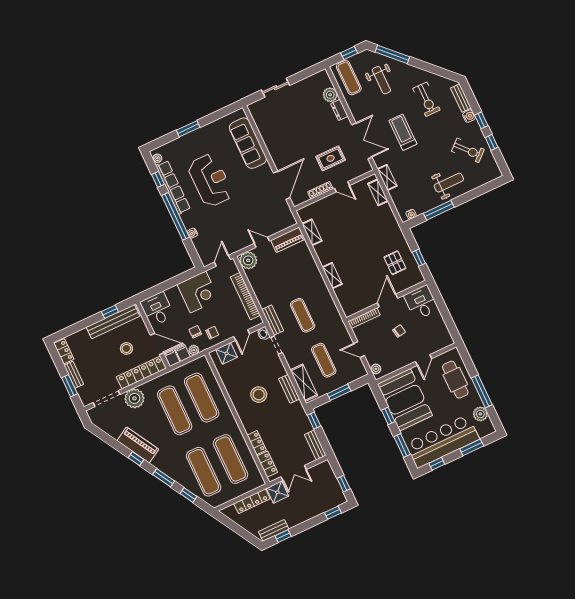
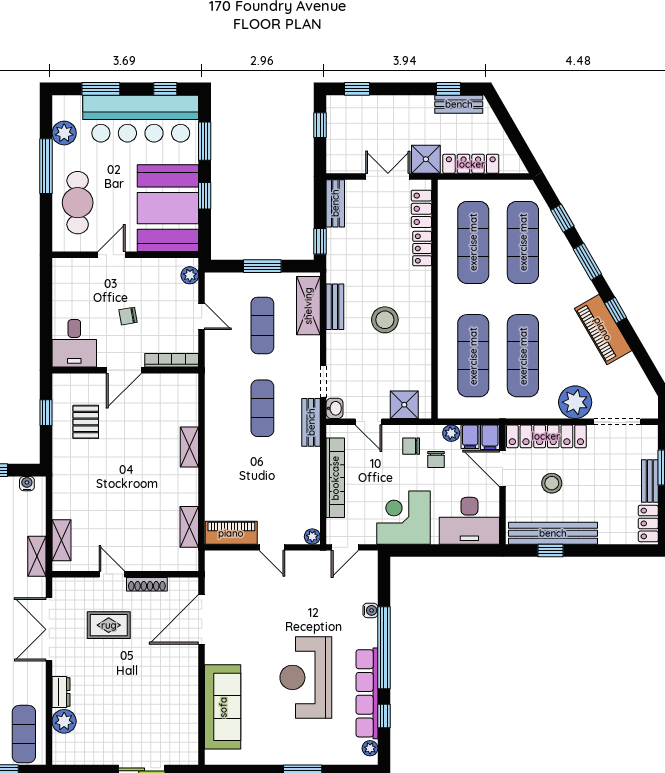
plant: (248, 260) -> (312, 536), width x0.53, depth x0.53
desk: (157, 309) -> (469, 521), width x1.37
door: (242, 335) -> (368, 422), swing flipped

